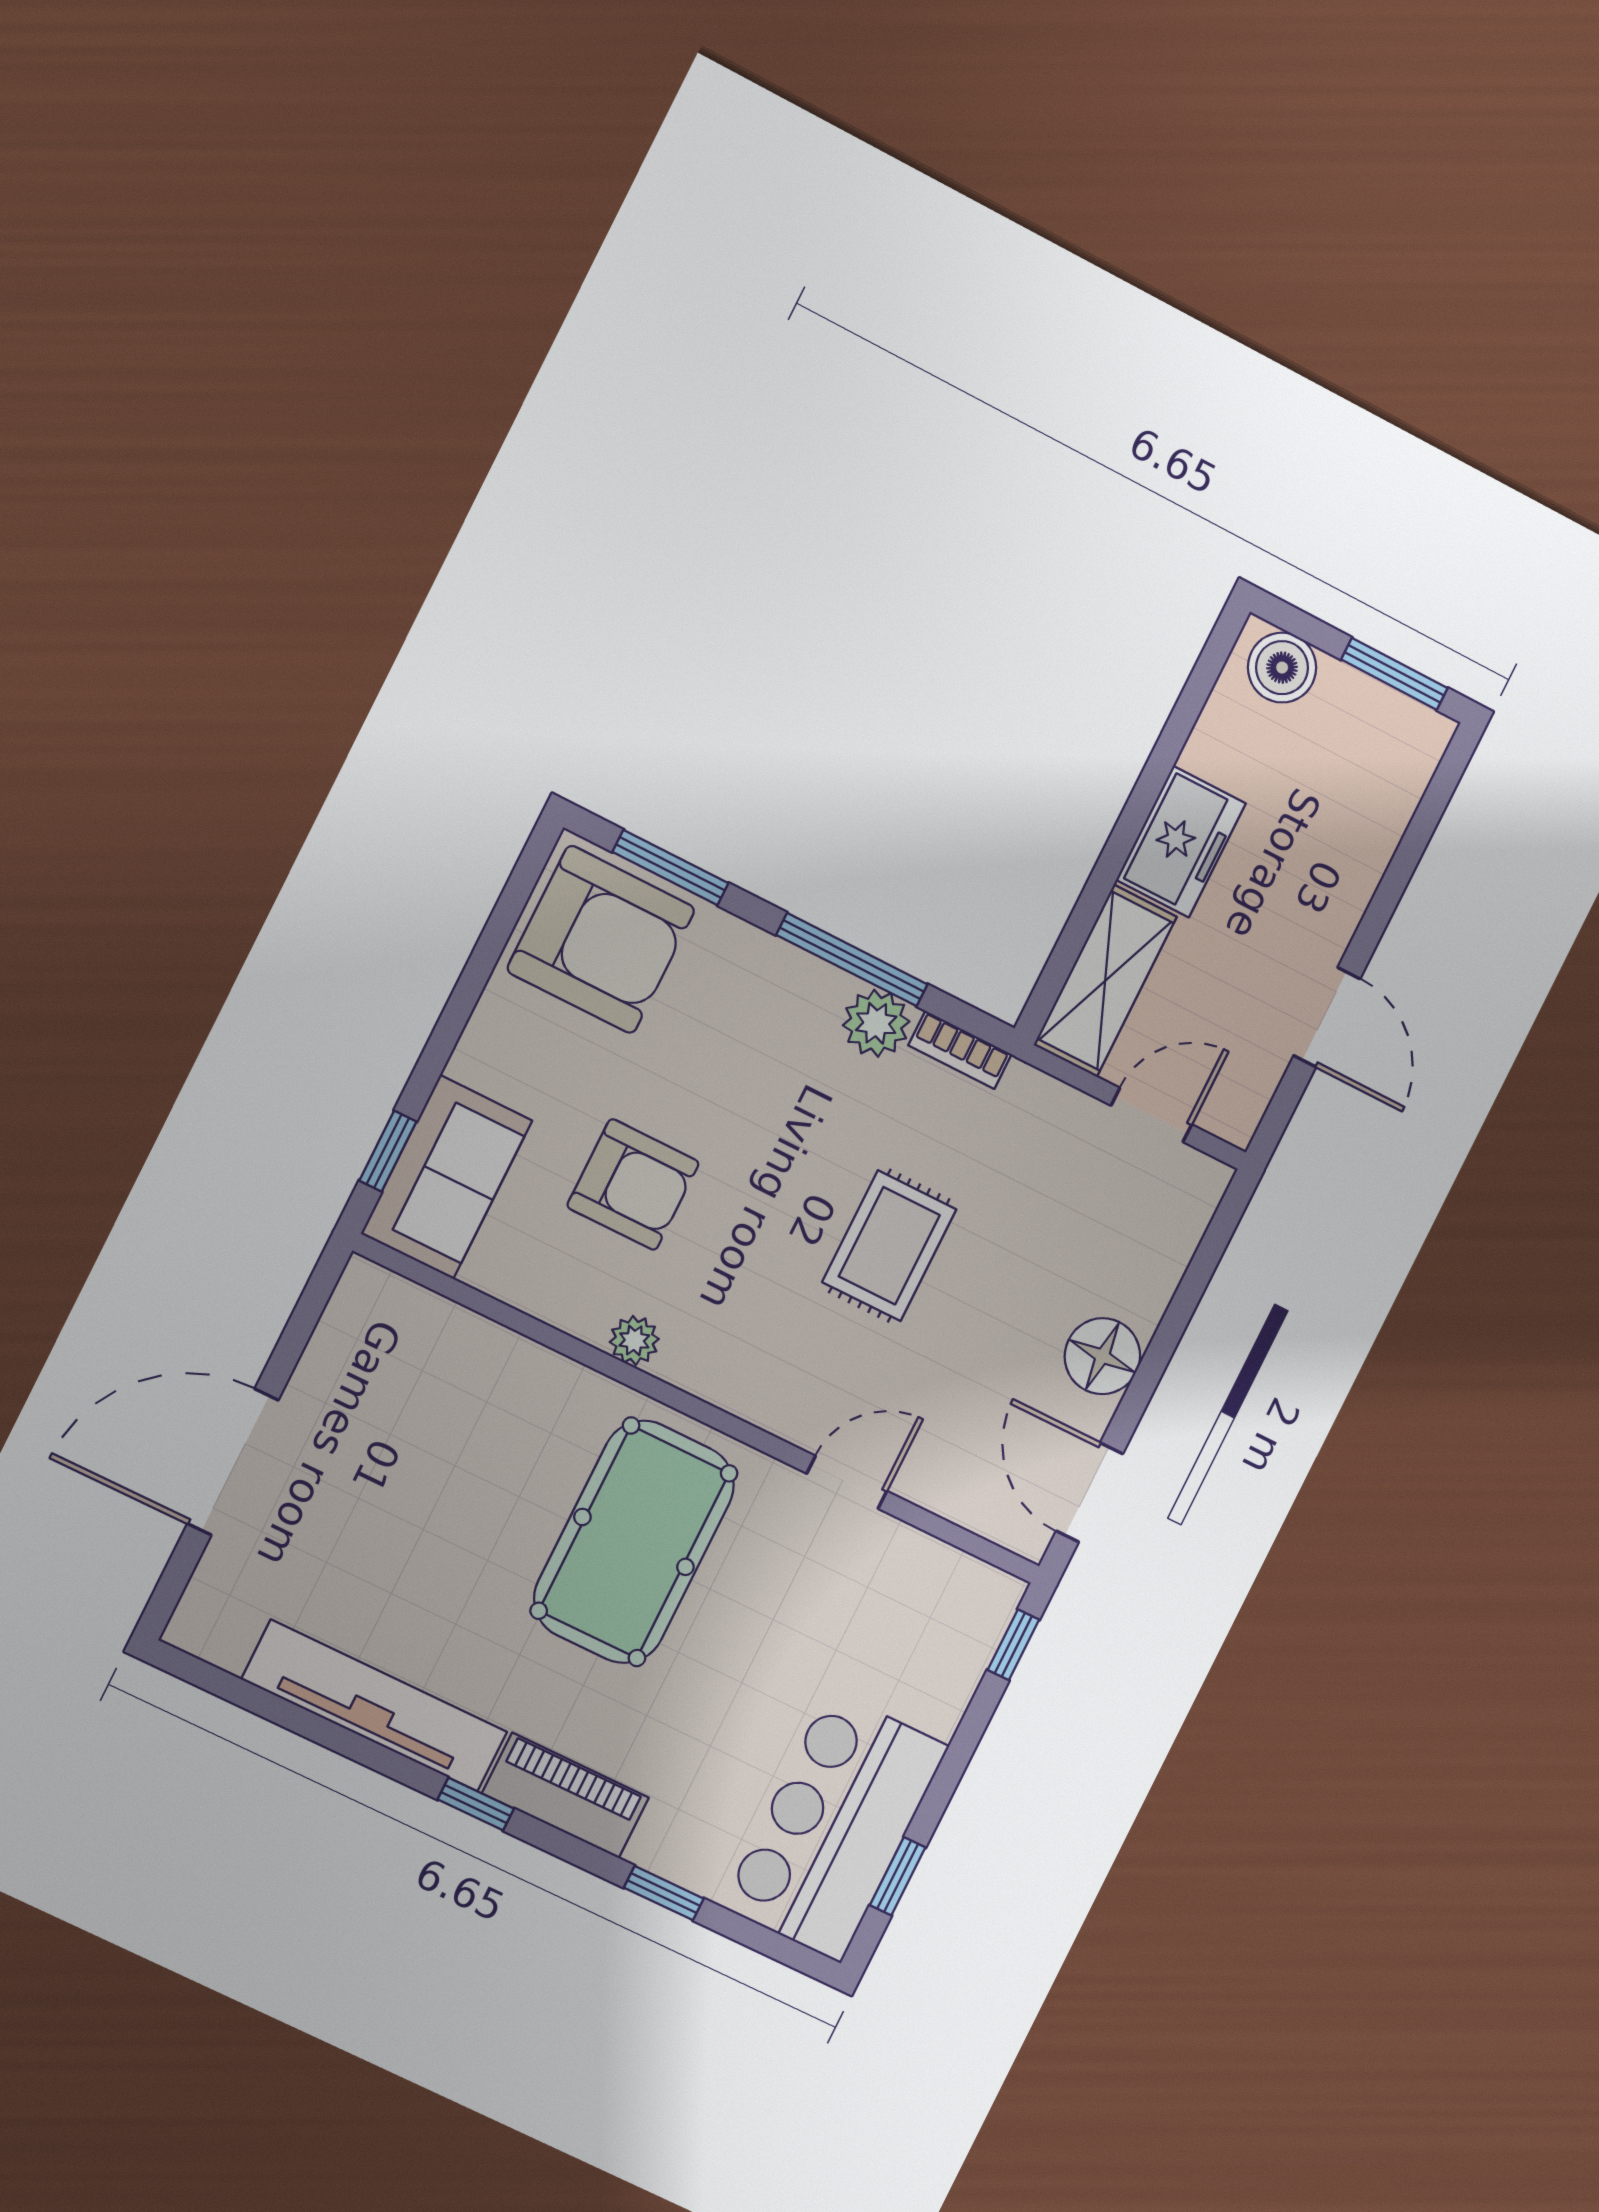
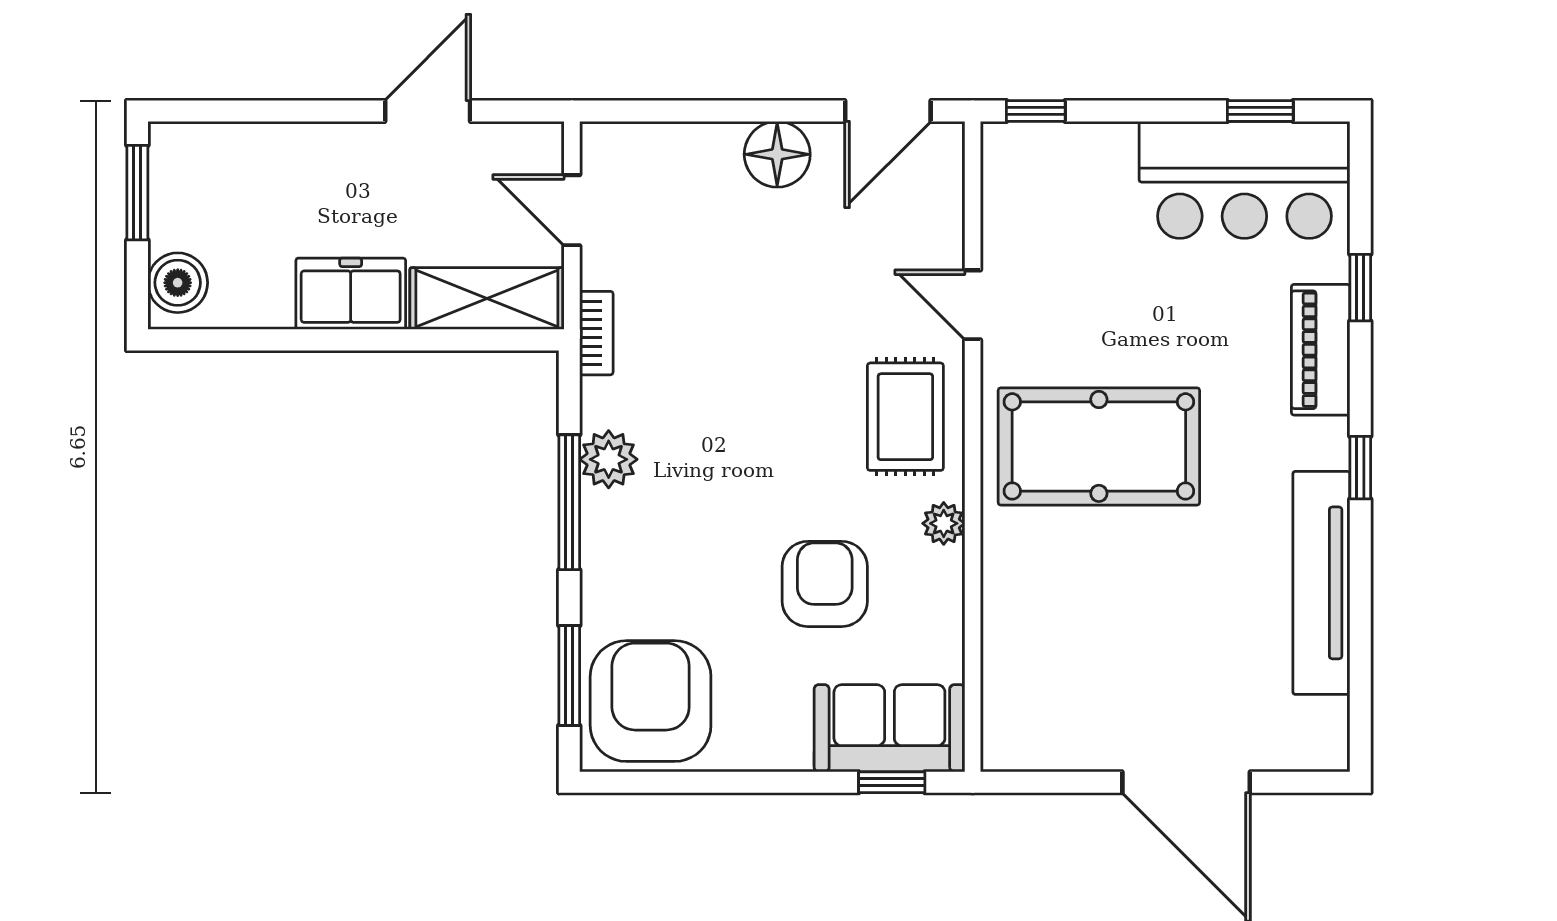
bookcase: (960, 1050) -> (596, 333), moved
rug: (889, 1246) -> (905, 417), moved, turned 90
piano: (565, 1795) -> (1321, 350), moved

